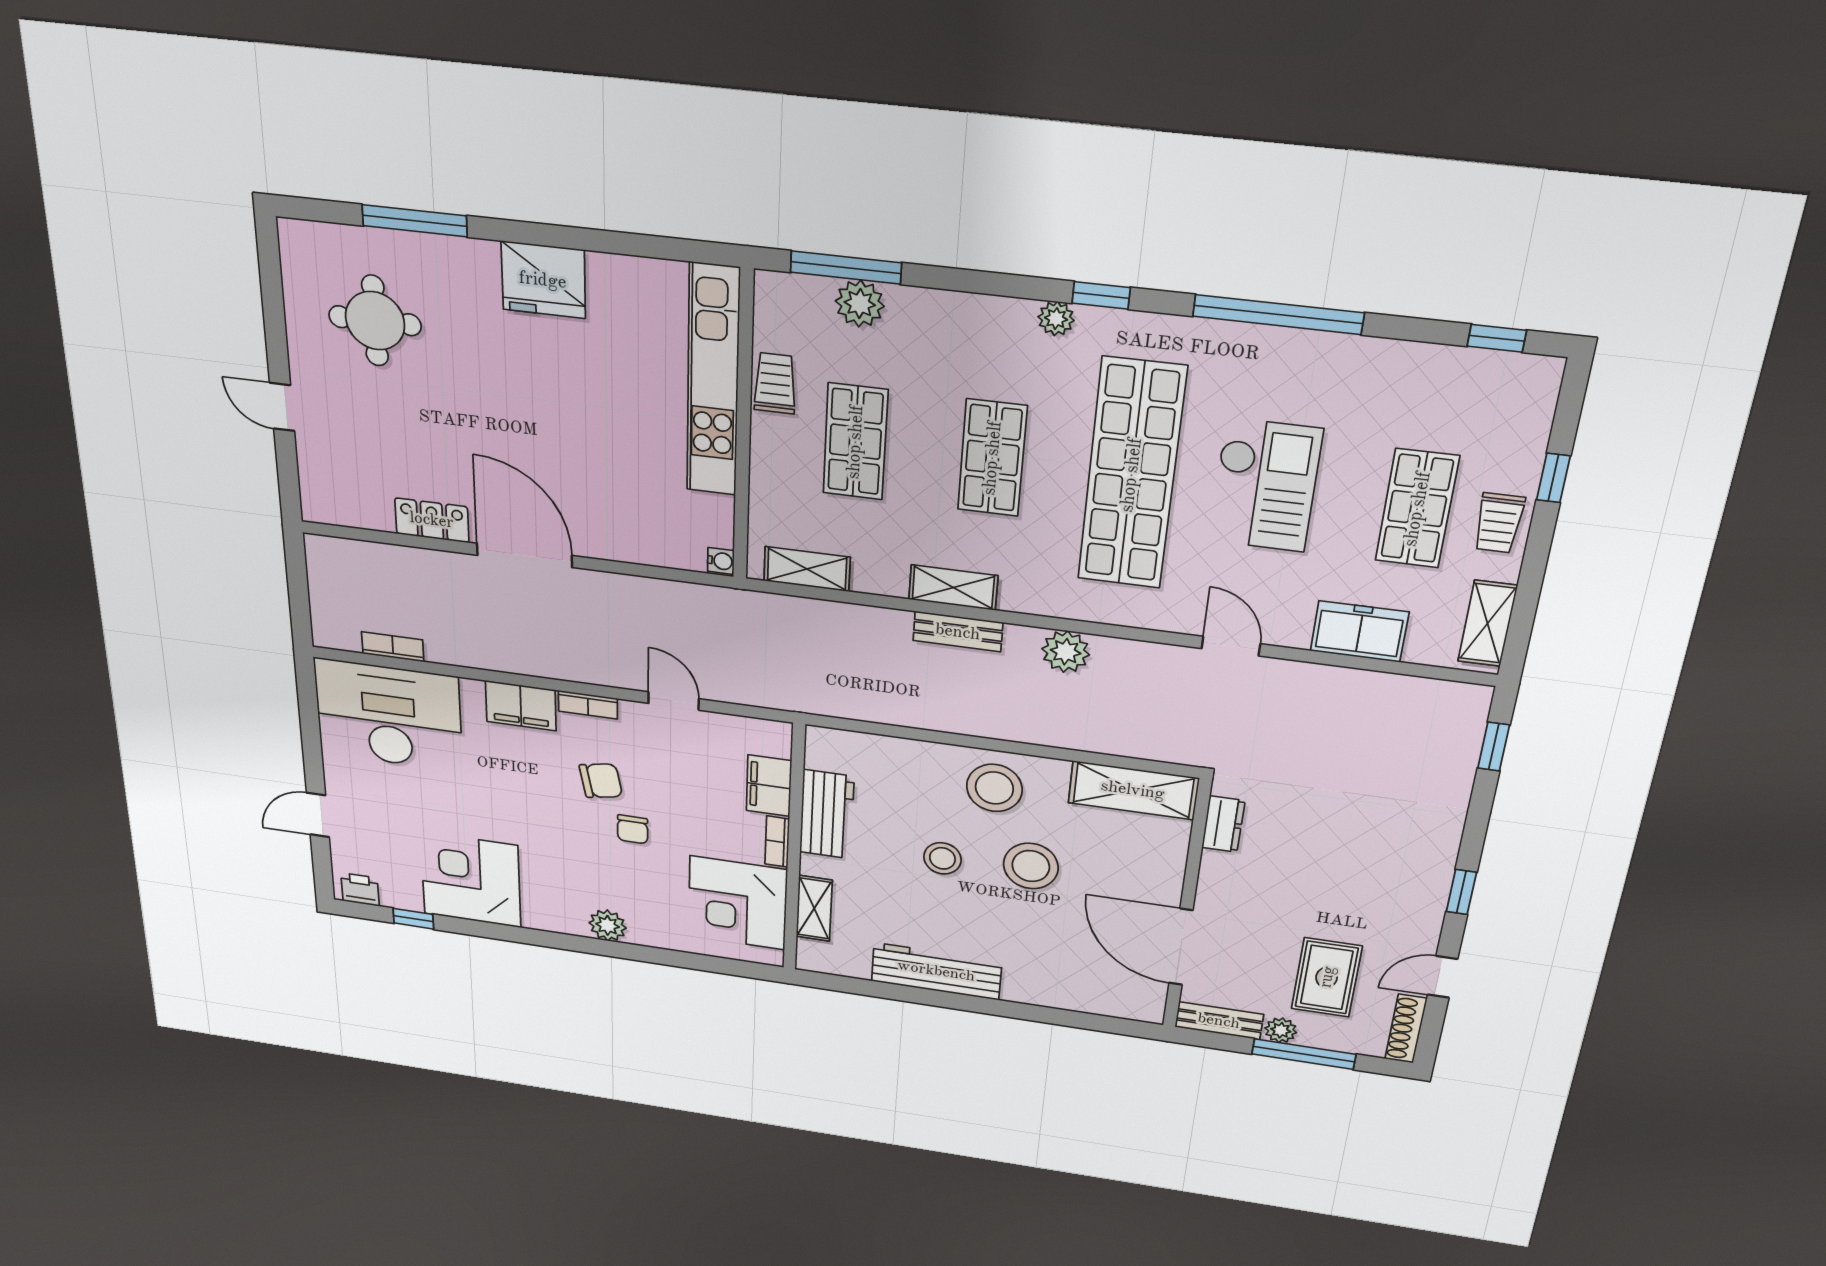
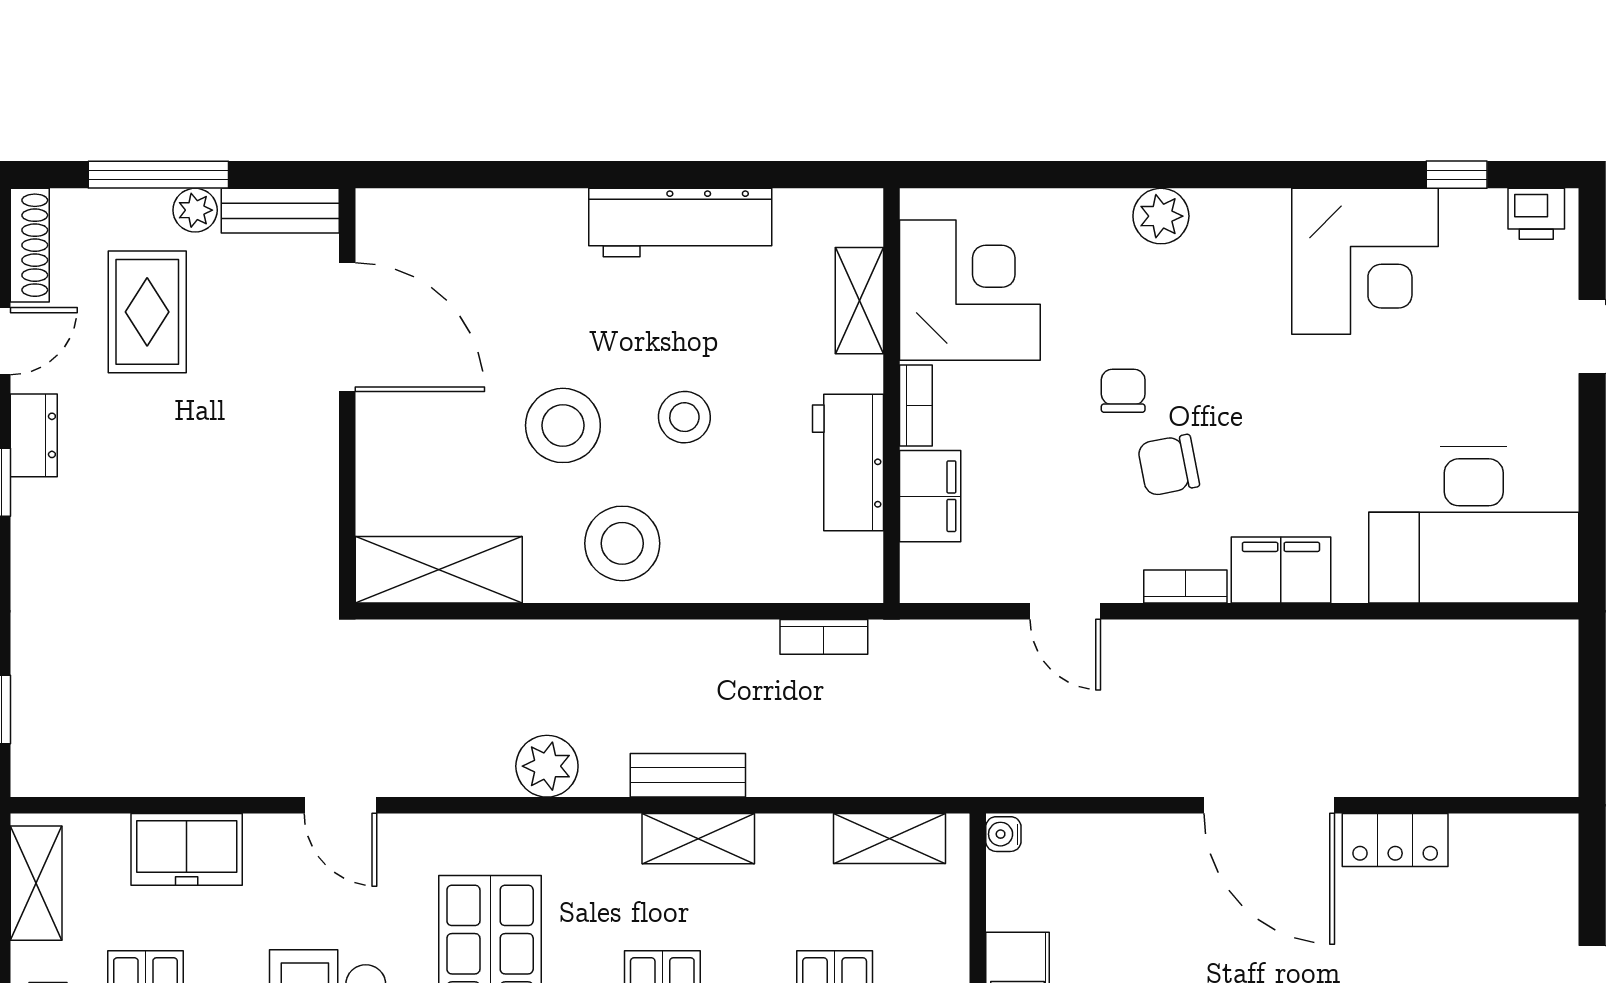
bookcase: (393, 647) -> (824, 637), moved
dresser: (1223, 824) -> (34, 435), moved, turned 180

